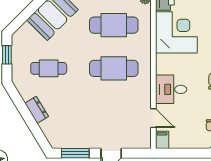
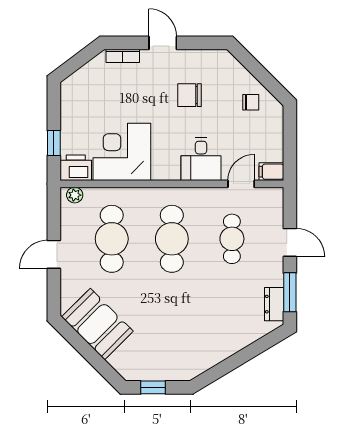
cafe table: (49, 68) -> (232, 239), moved
dresser: (37, 110) -> (274, 304), moved, turned -59

